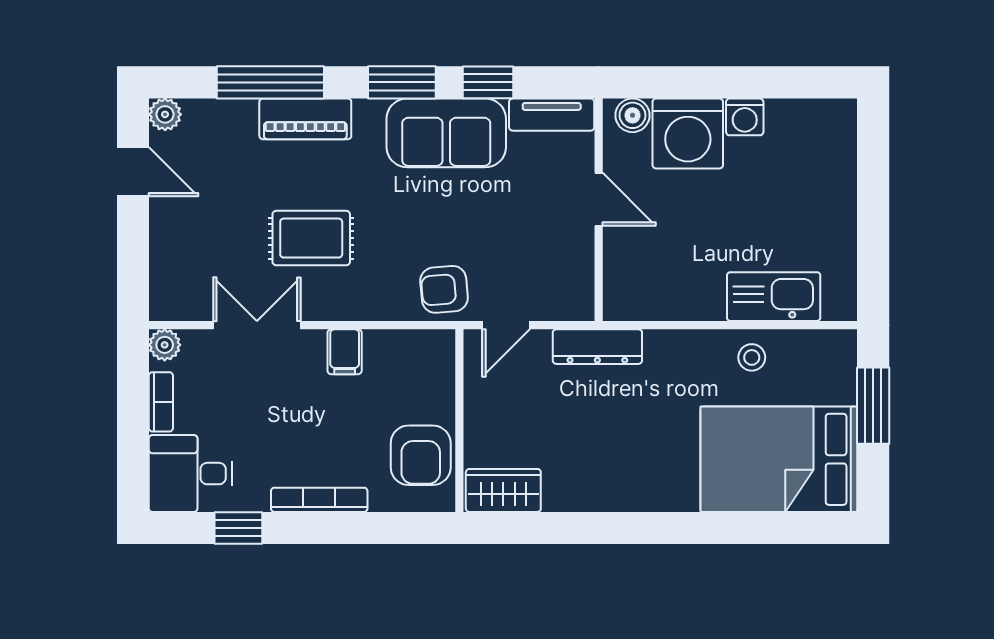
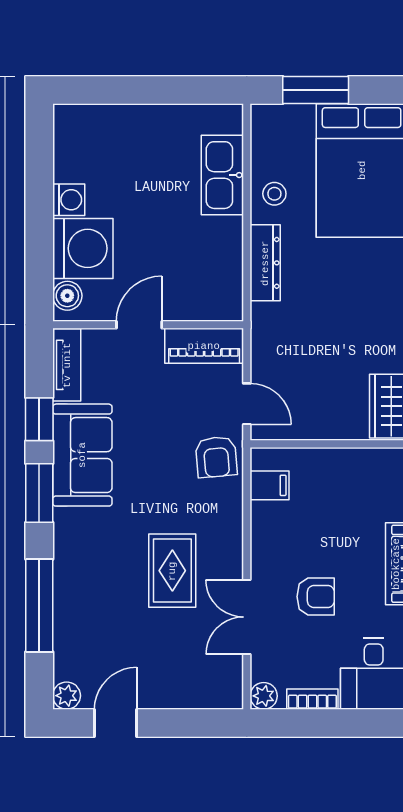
piano: (305, 119) -> (204, 346), moved, turned 90
dresser: (597, 347) -> (265, 263), moved
filing cabinet: (345, 352) -> (270, 485), moved
armchair: (421, 455) -> (316, 597), moved, width x0.72, depth x0.72

